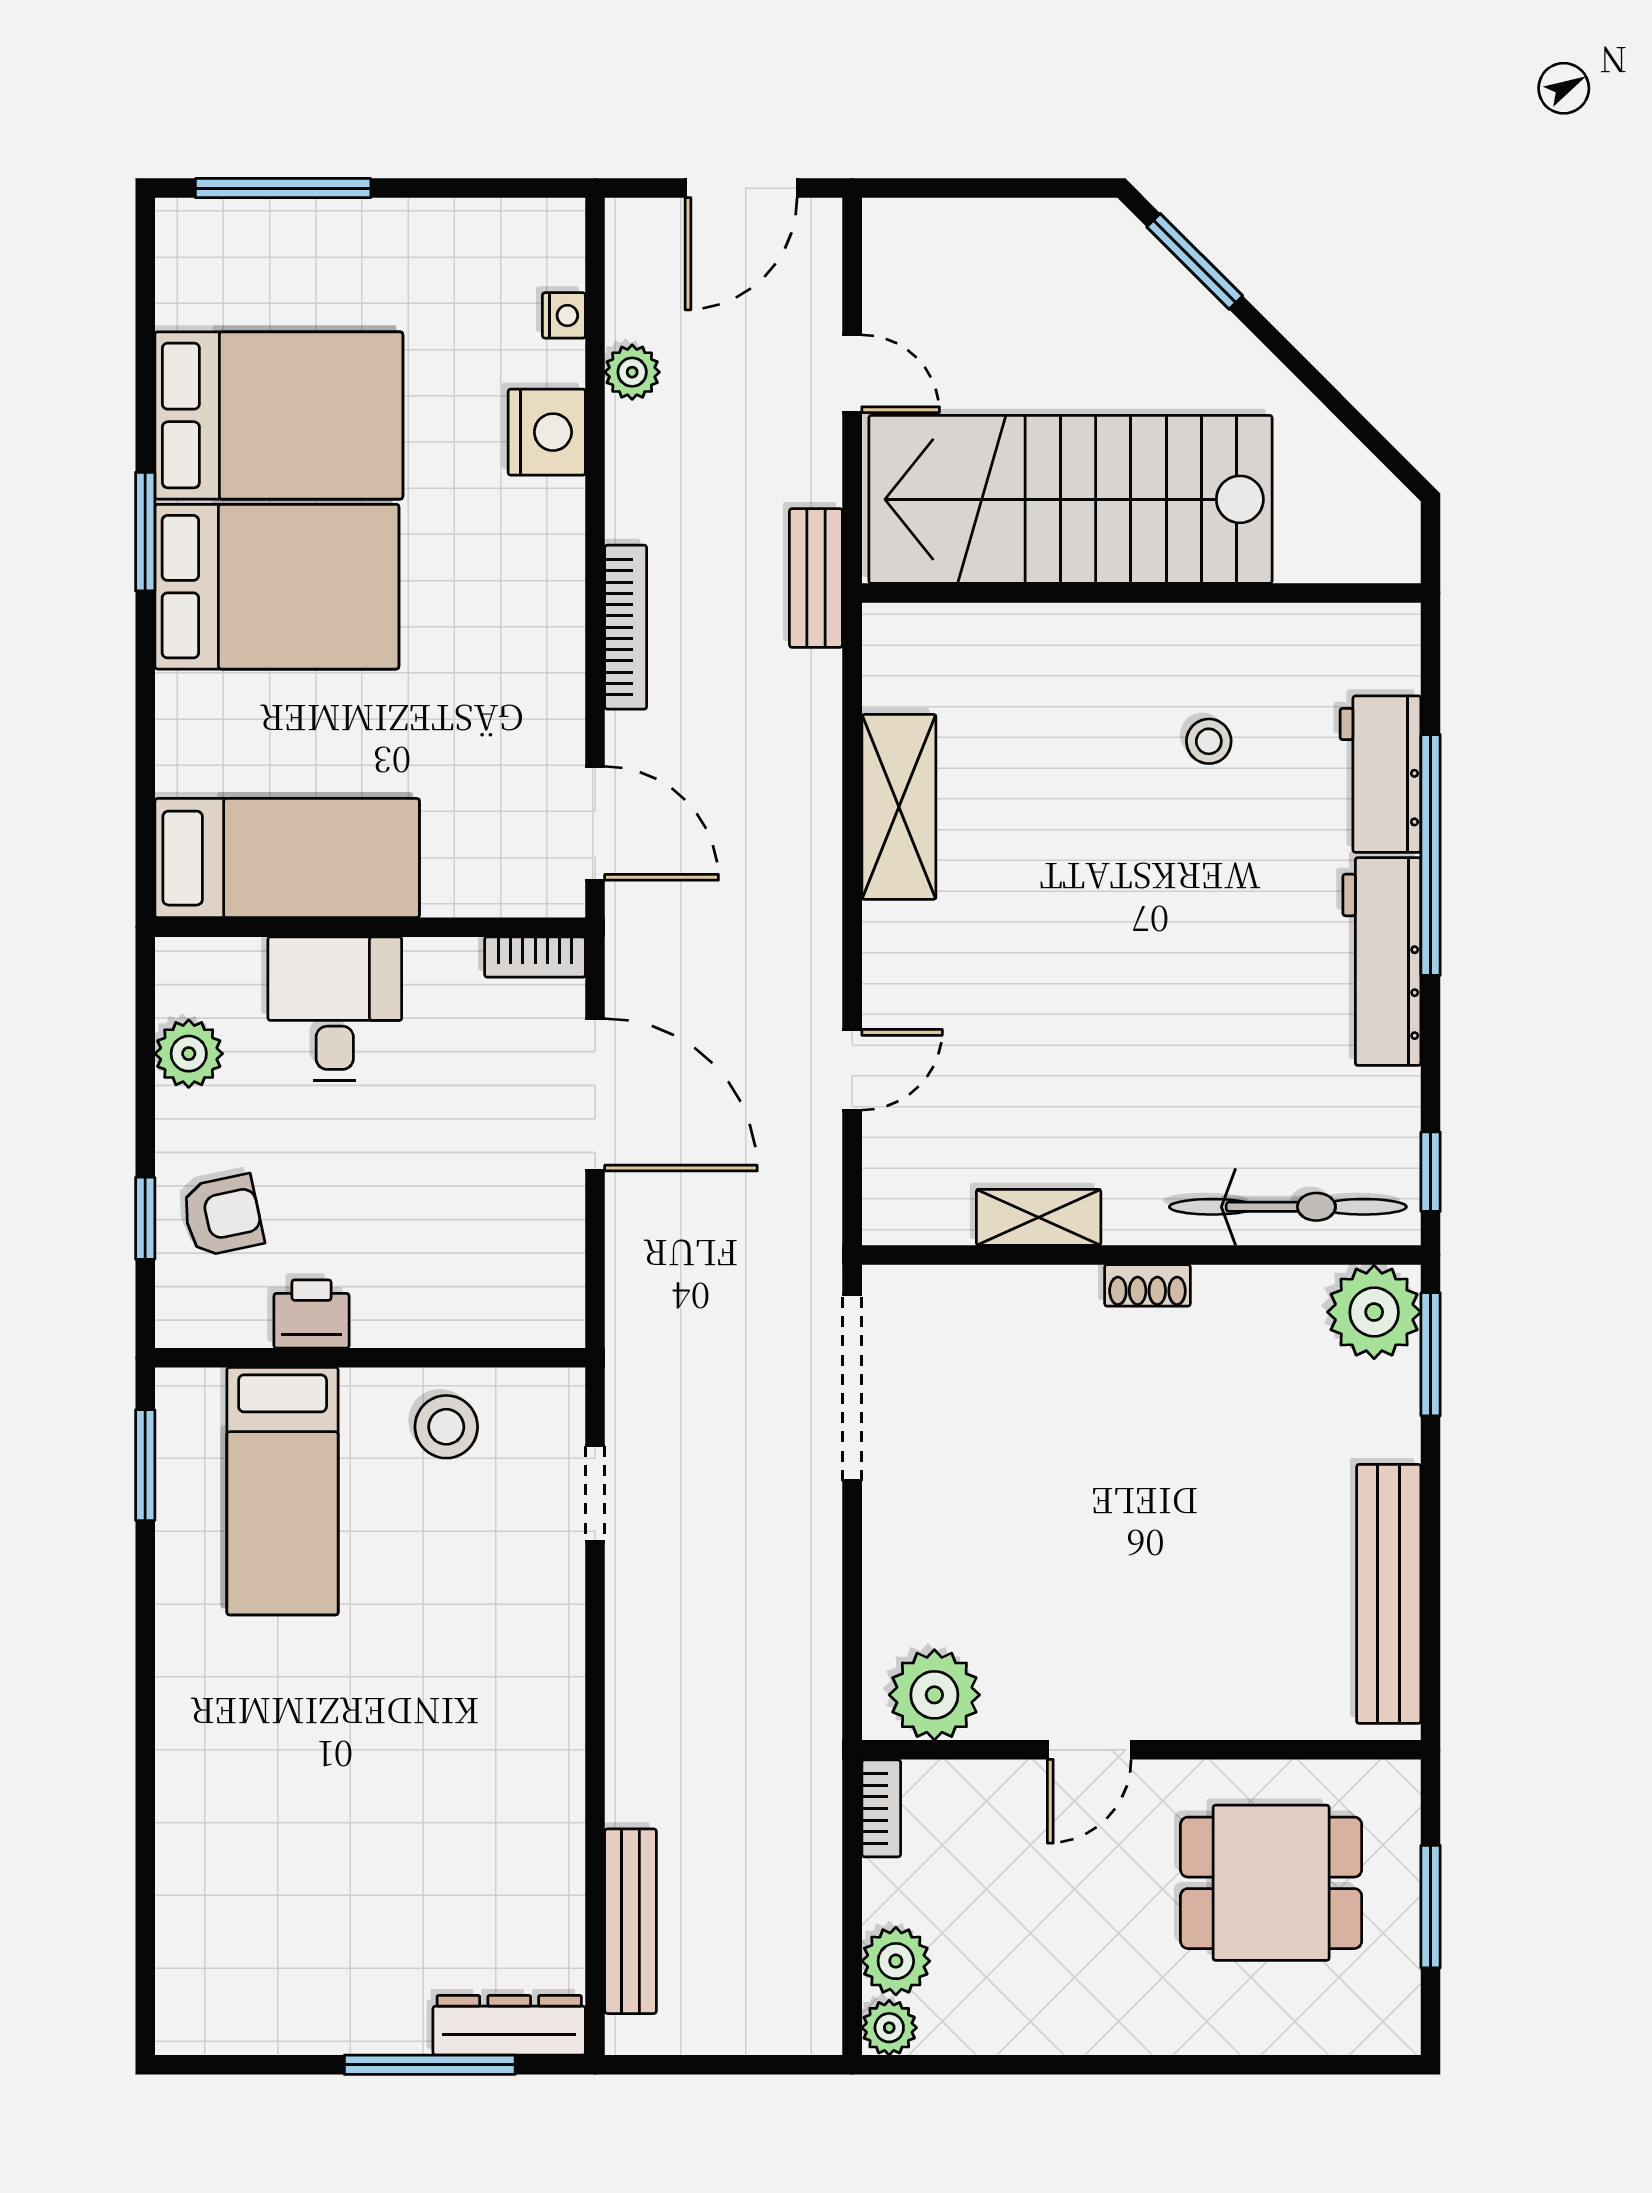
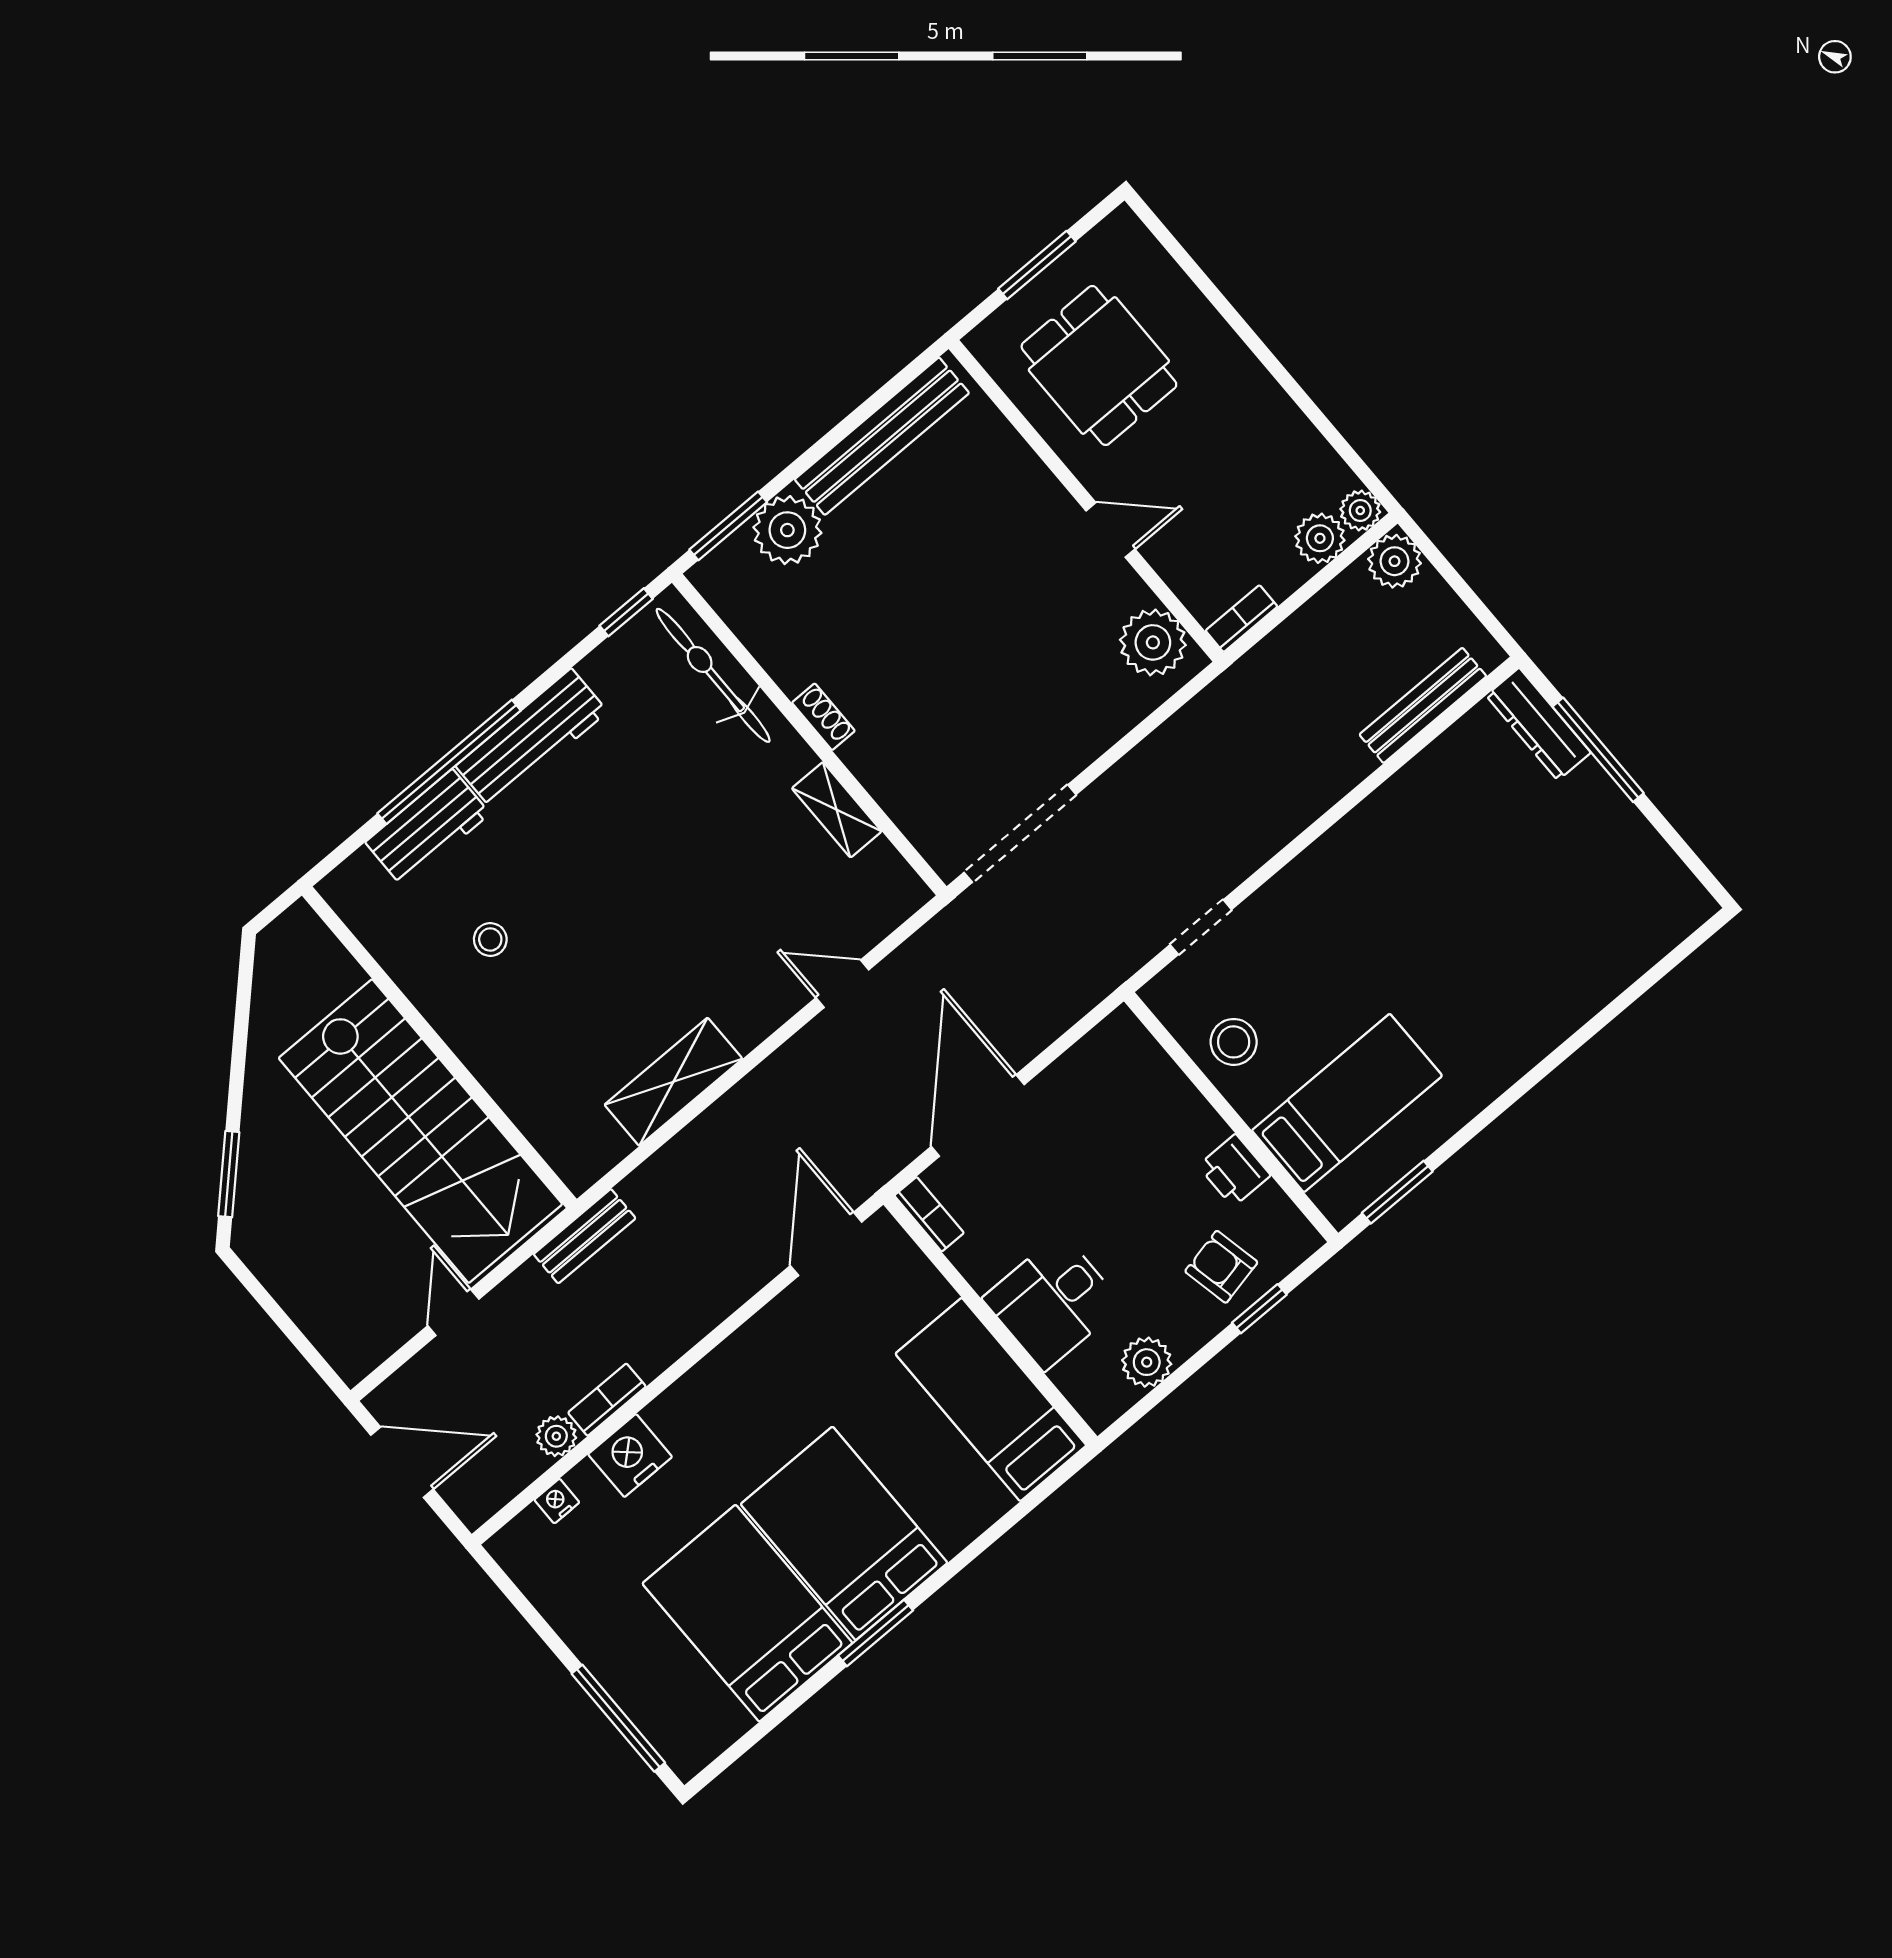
bookcase: (626, 627) -> (607, 1400), moved, width x0.64
plant: (1374, 1312) -> (787, 530), moved
plant: (806, 2019) -> (1395, 561), added

